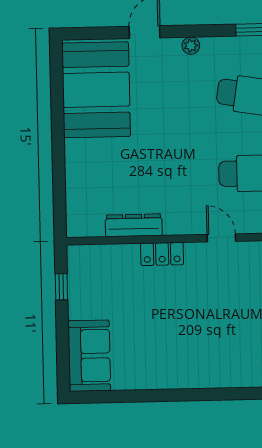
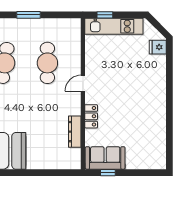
sofa: (89, 356) -> (105, 158), moved

